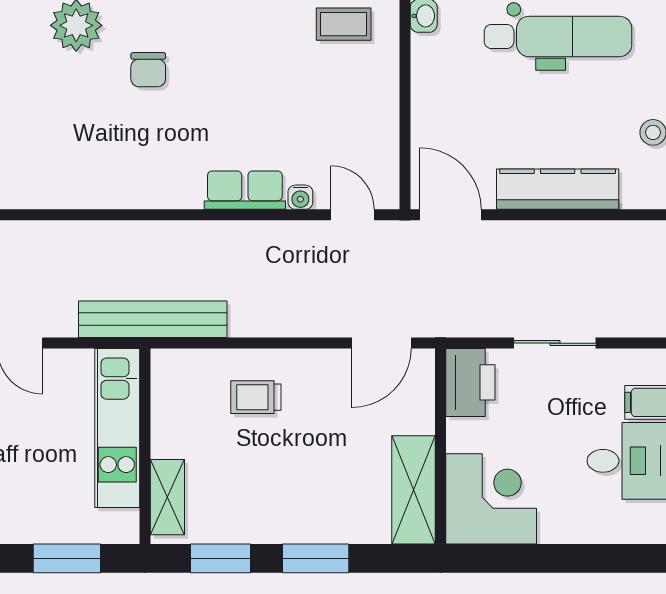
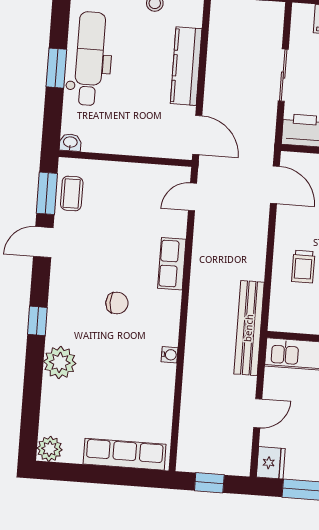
chair: (148, 70) -> (117, 303), moved
water cooler: (300, 197) -> (170, 355), moved
door: (451, 215) -> (197, 135), swing flipped

